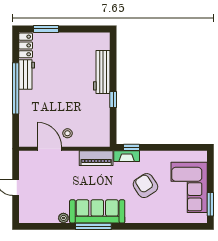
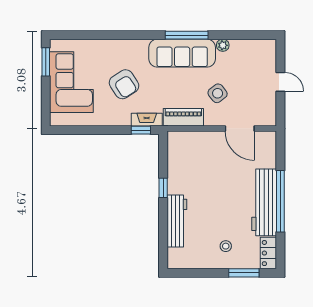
workbench: (27, 75) -> (264, 202), width x1.88, depth x1.32
stool: (67, 133) -> (226, 246), moved
side table: (68, 178) -> (218, 93), added

